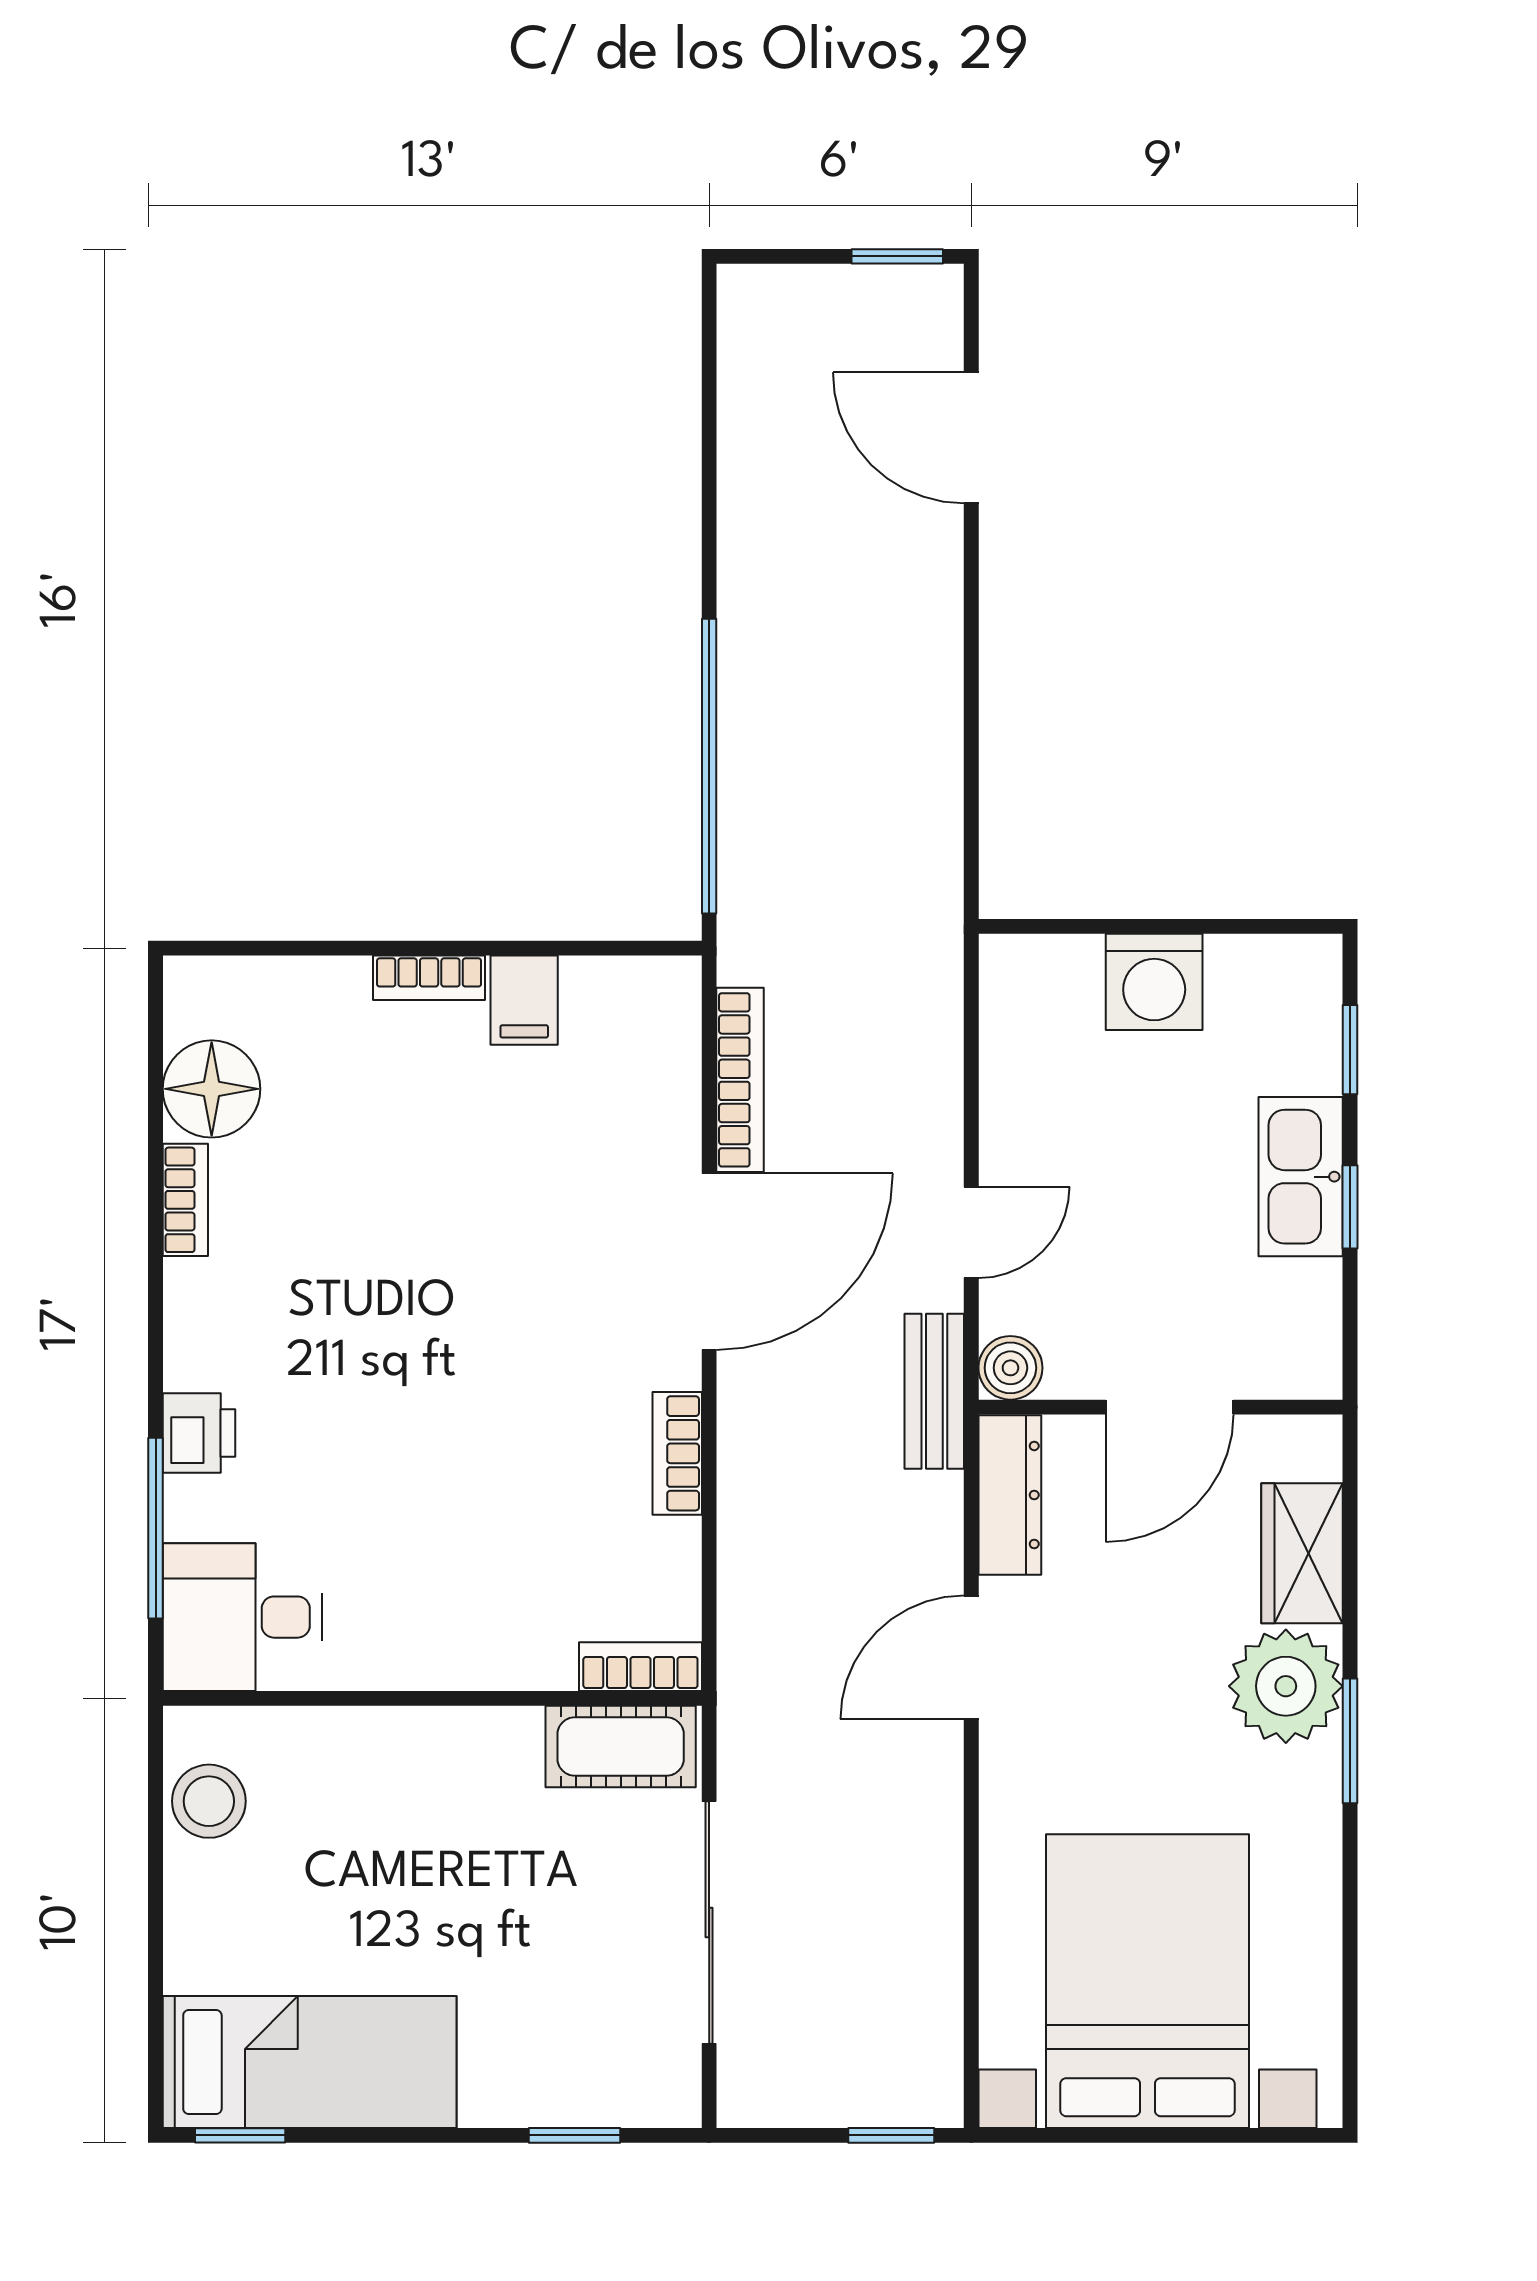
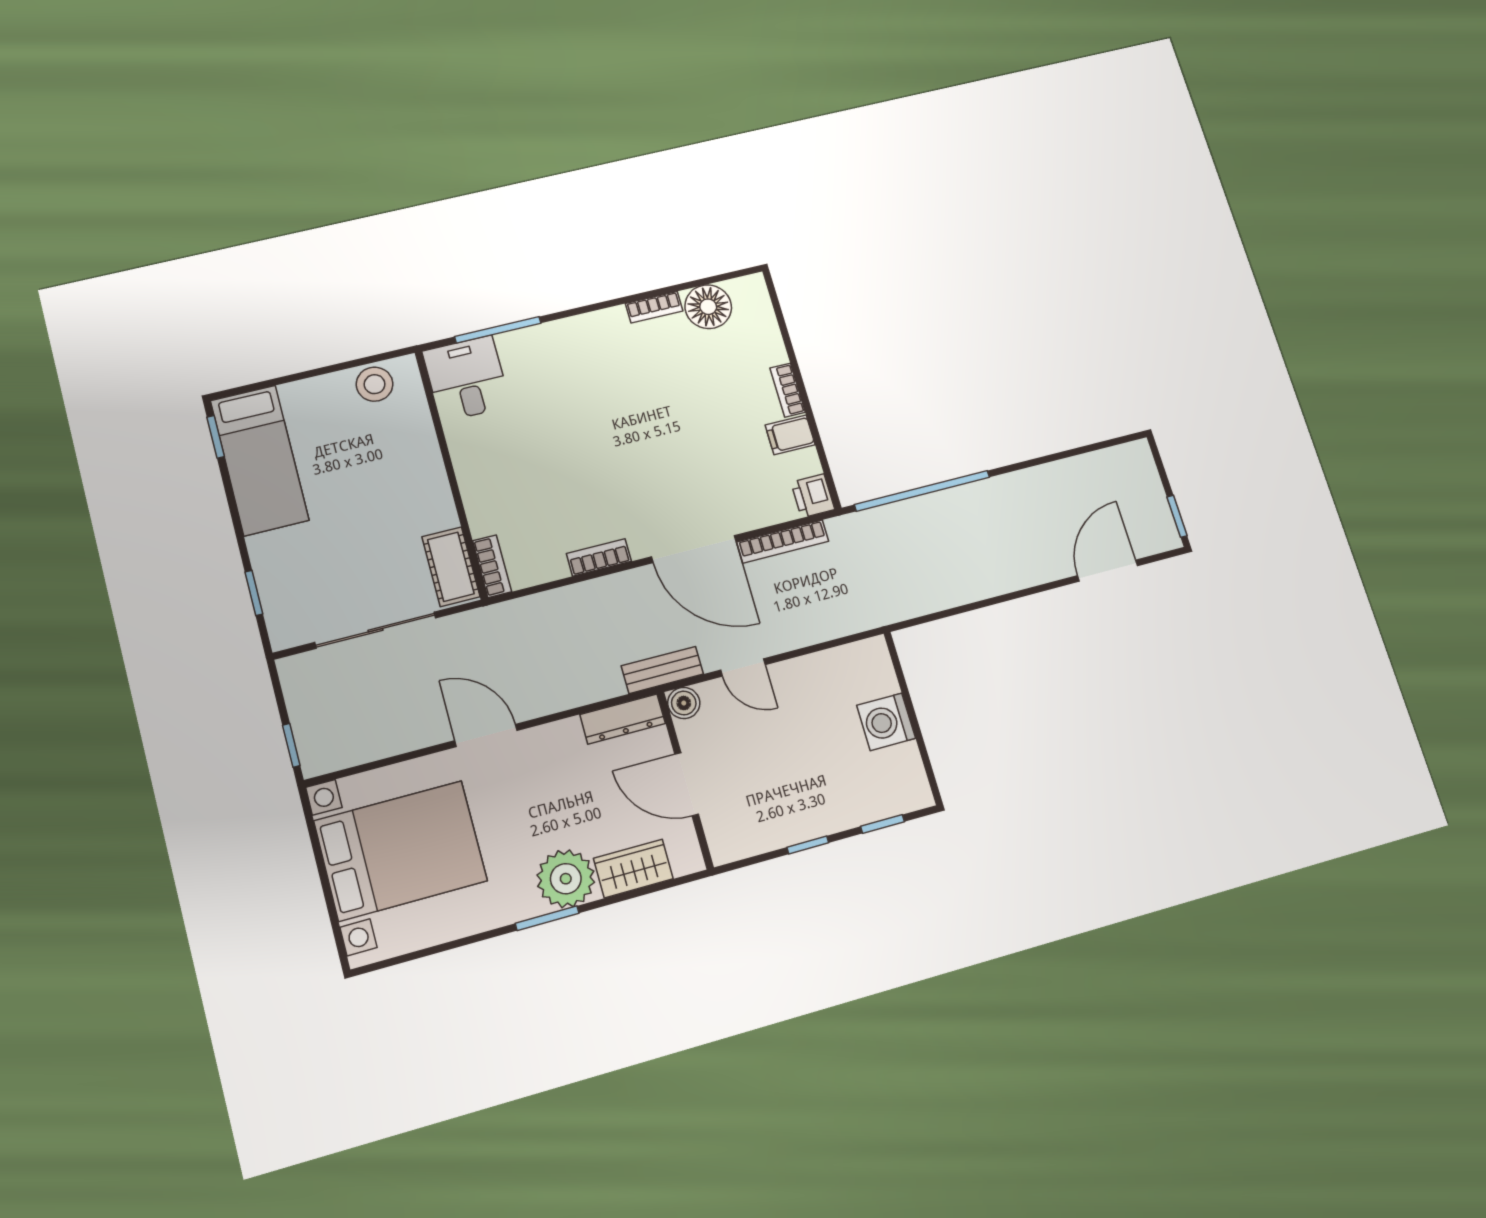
kitchen sink: (1301, 1177) -> (815, 817), removed
printer: (199, 1433) -> (813, 496), moved, turned 90
door: (971, 1657) -> (486, 735), moved

